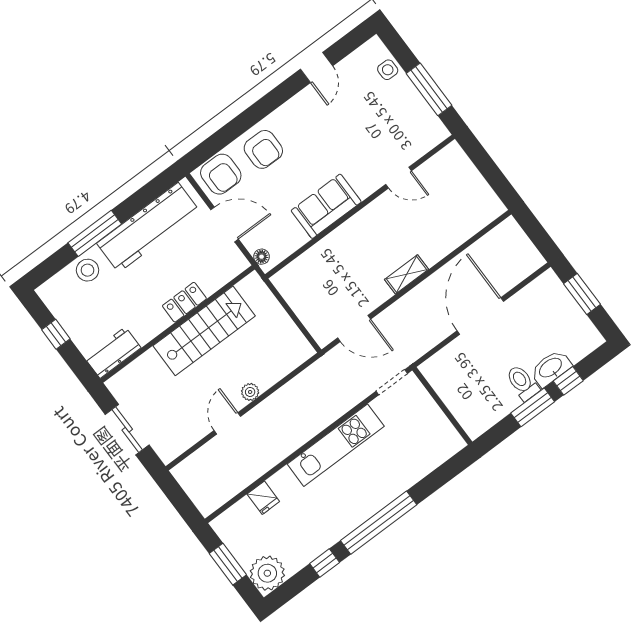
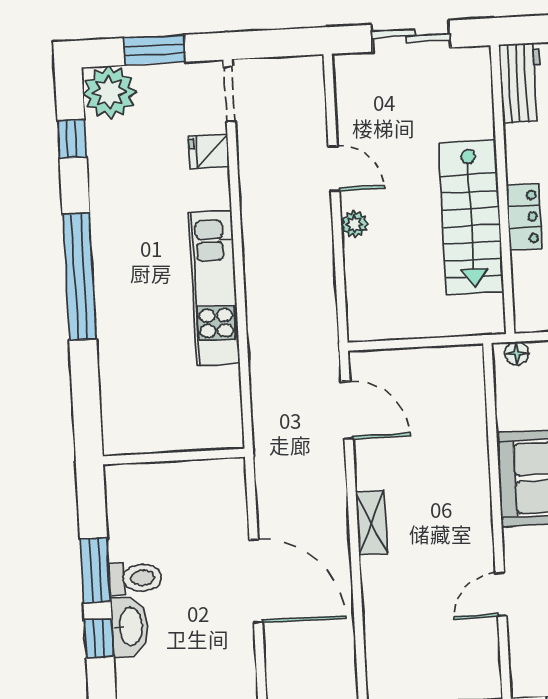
door: (354, 329) -> (347, 410), swing flipped
doorway: (392, 382) -> (229, 94), moved
window: (325, 563) -> (72, 139), moved

